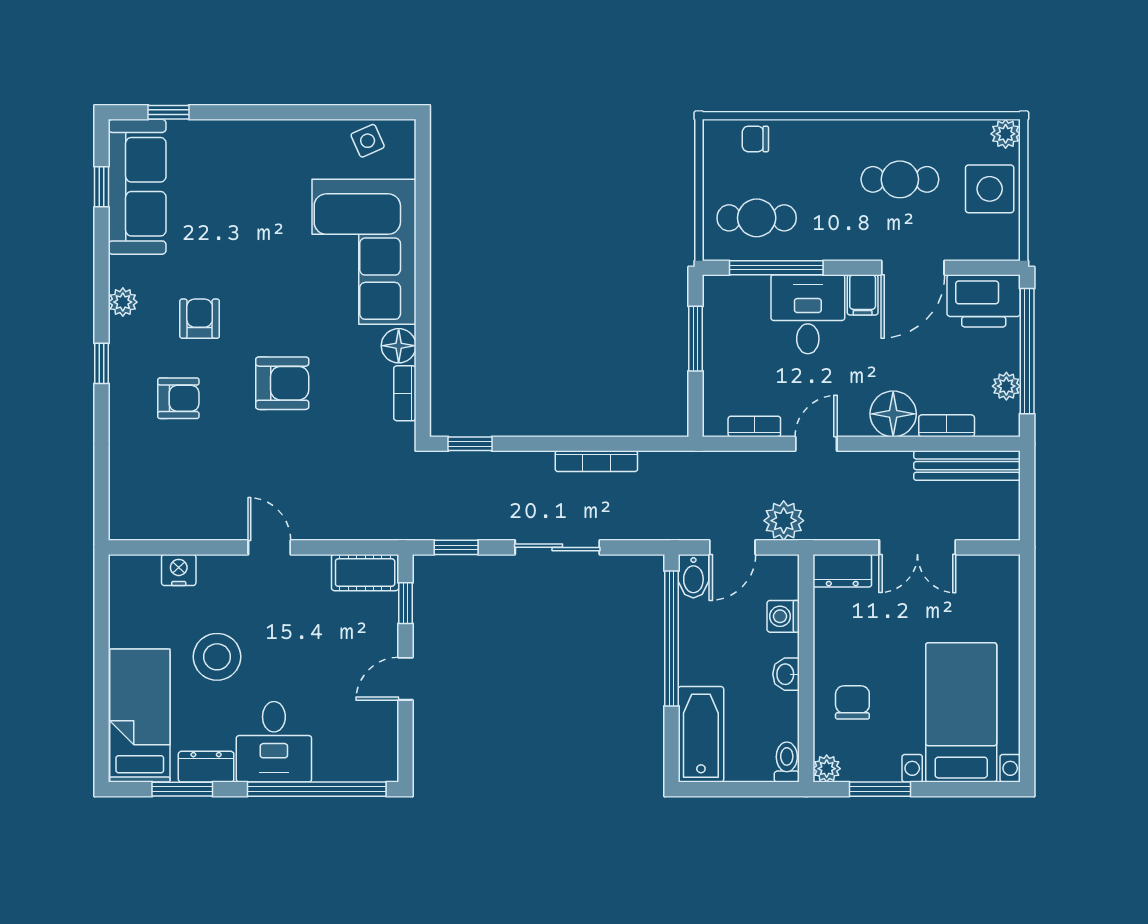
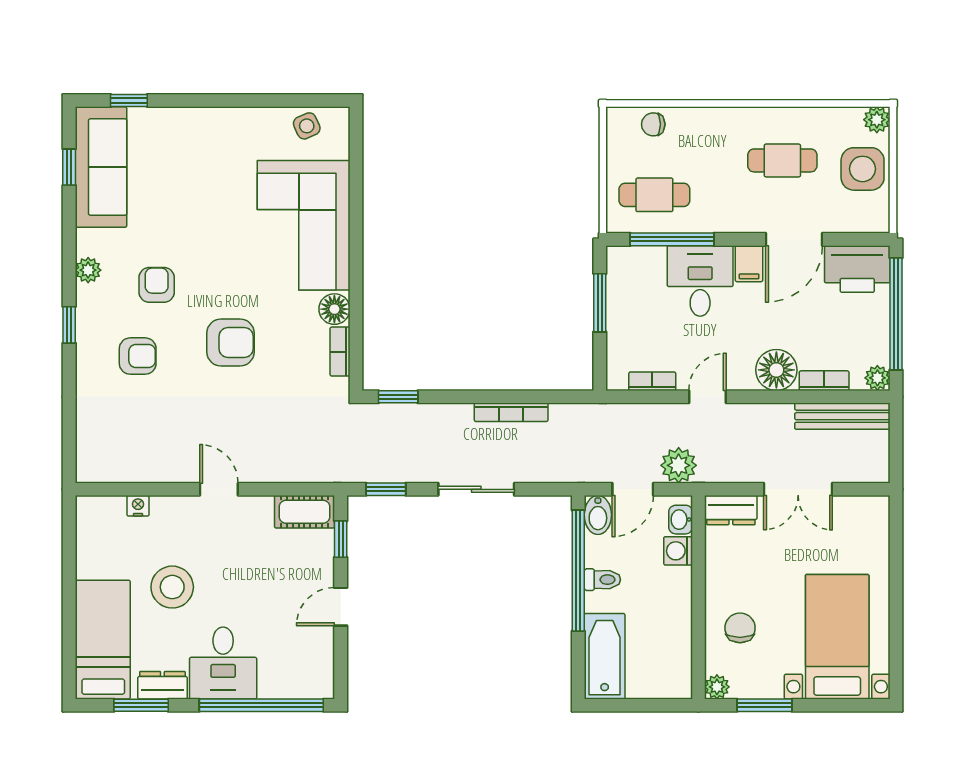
plant: (1006, 386) -> (877, 378), moved
nightstand: (179, 570) -> (138, 506), width x0.72, depth x0.74
washbasin: (786, 674) -> (681, 520), moved
toilet: (787, 762) -> (602, 580), moved, turned 90

